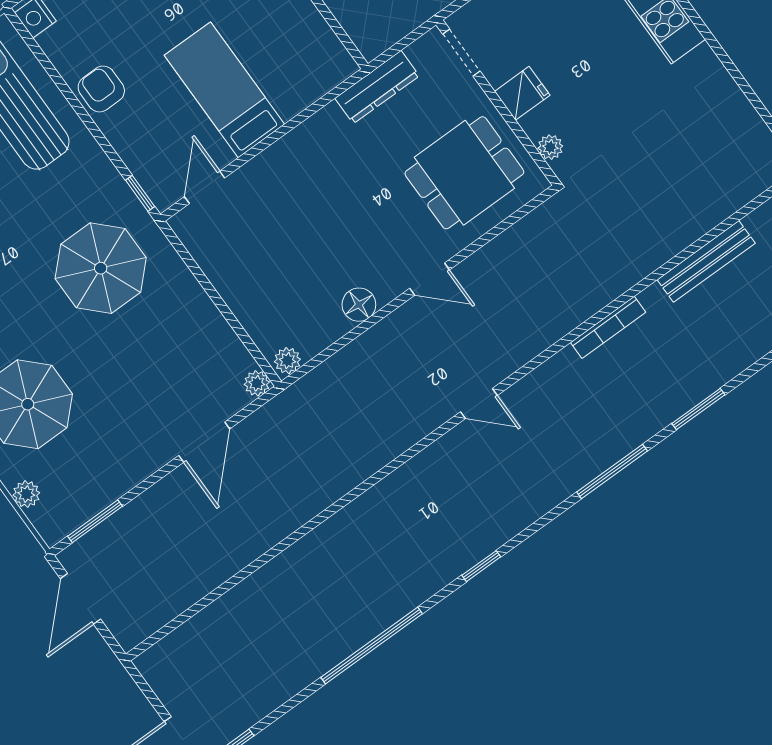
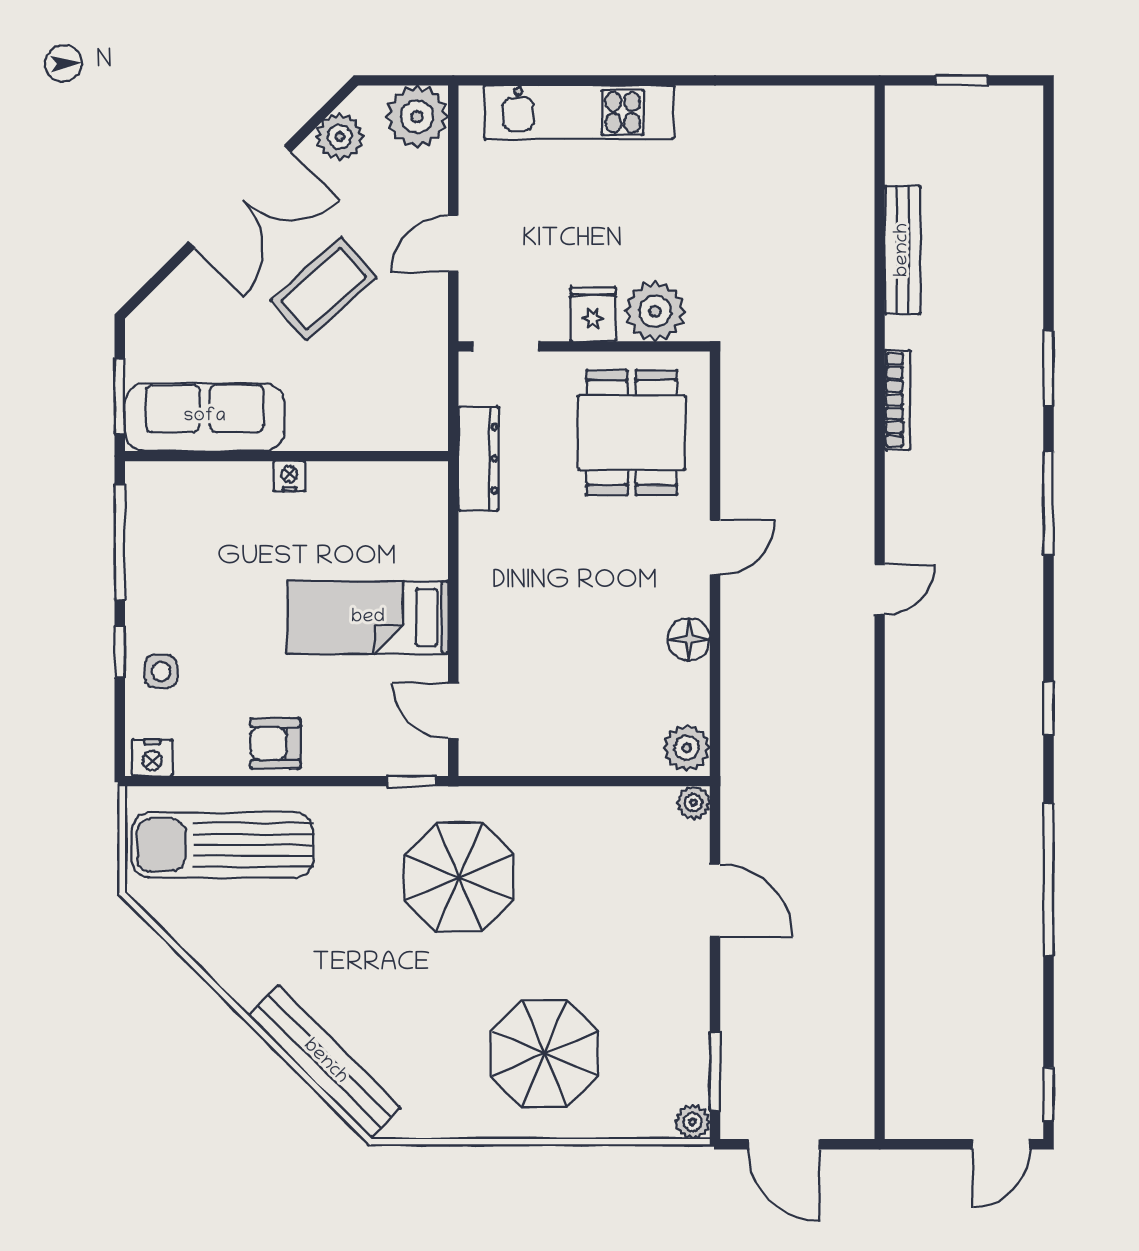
plant: (550, 147) -> (655, 311), width x1.88, depth x1.88
plant: (287, 361) -> (687, 748), width x1.38, depth x1.38
plant: (26, 494) -> (693, 1122), moved

